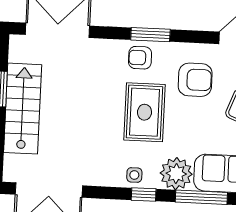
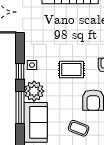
rug: (144, 112) -> (71, 70), width x0.73, depth x0.70

